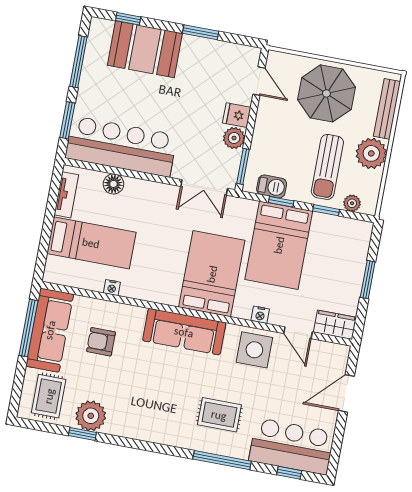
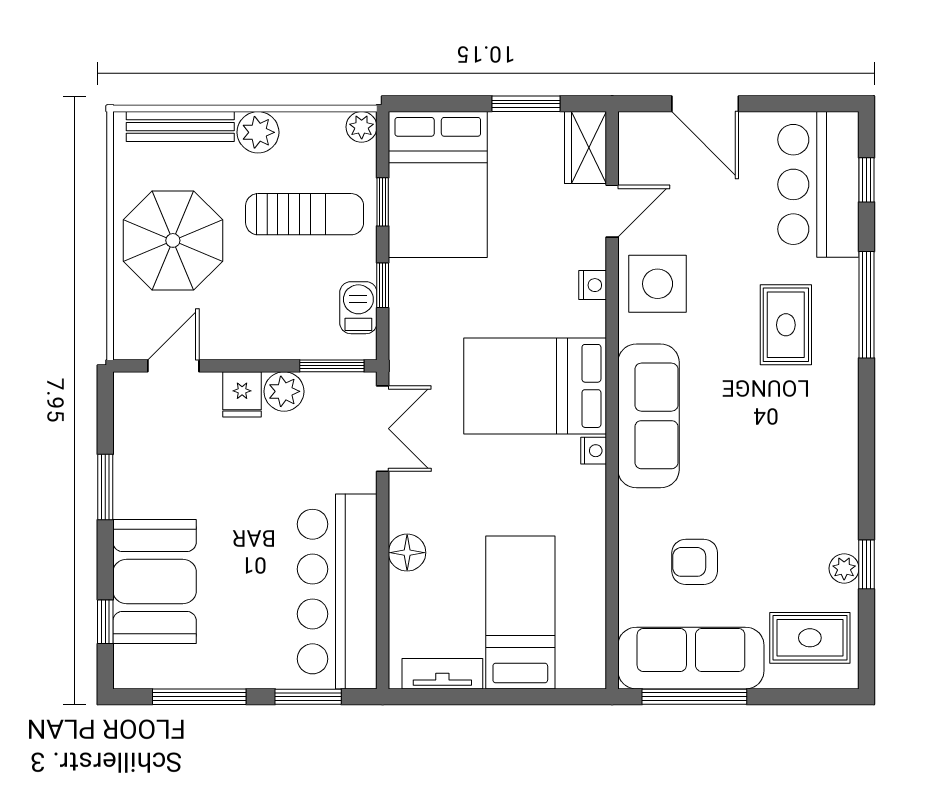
plant: (371, 153) -> (258, 132), width x0.73, depth x0.73
floor lamp: (113, 184) -> (407, 553), moved
plant: (352, 203) -> (362, 127), moved
bed: (279, 245) -> (438, 185), moved, turned 90
window: (368, 280) -> (526, 104), moved
nightstand: (112, 288) -> (594, 451), moved
armchair: (101, 342) -> (695, 562), turned 90
plant: (91, 416) -> (844, 568), width x0.53, depth x0.53

